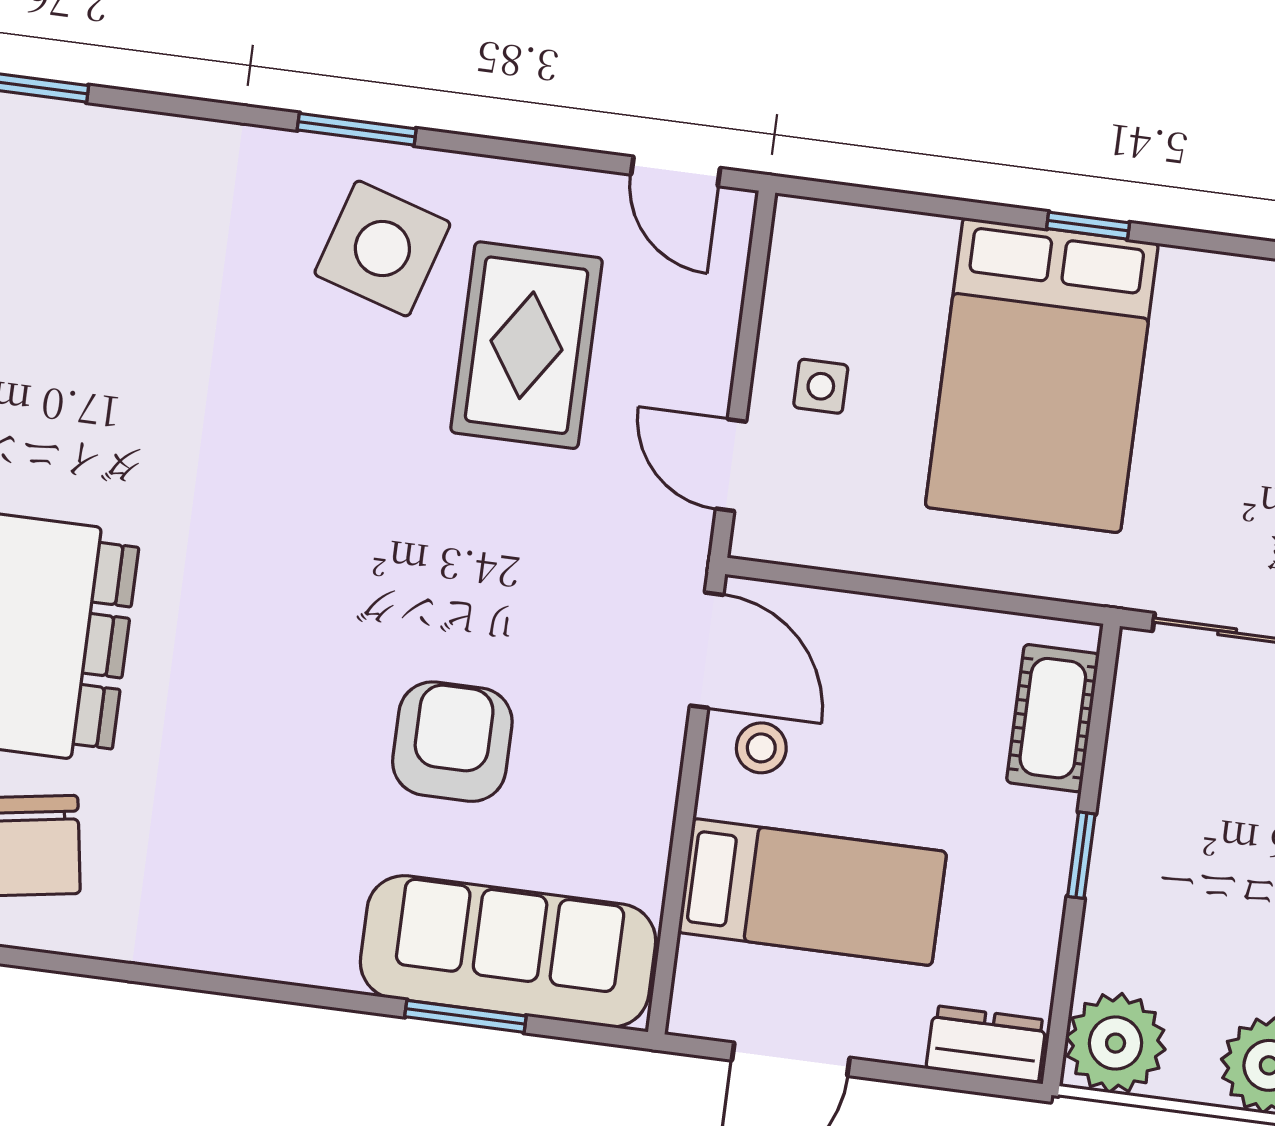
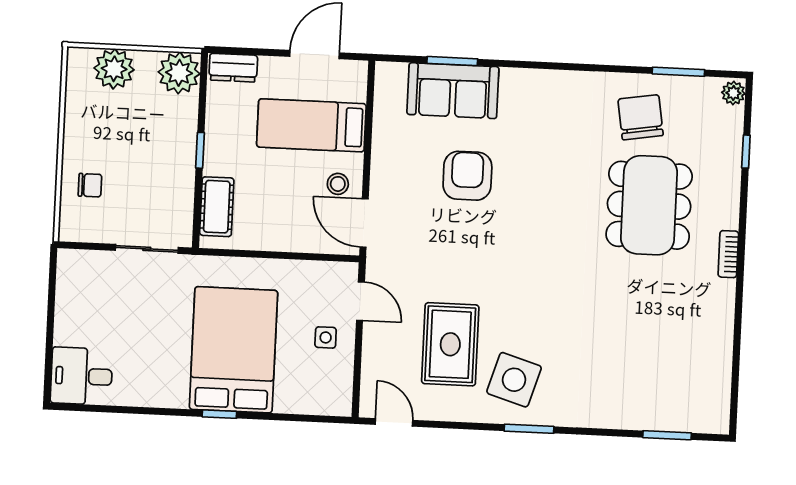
armchair: (452, 742) -> (467, 176), turned 180
sofa: (508, 951) -> (453, 91), width x0.73

